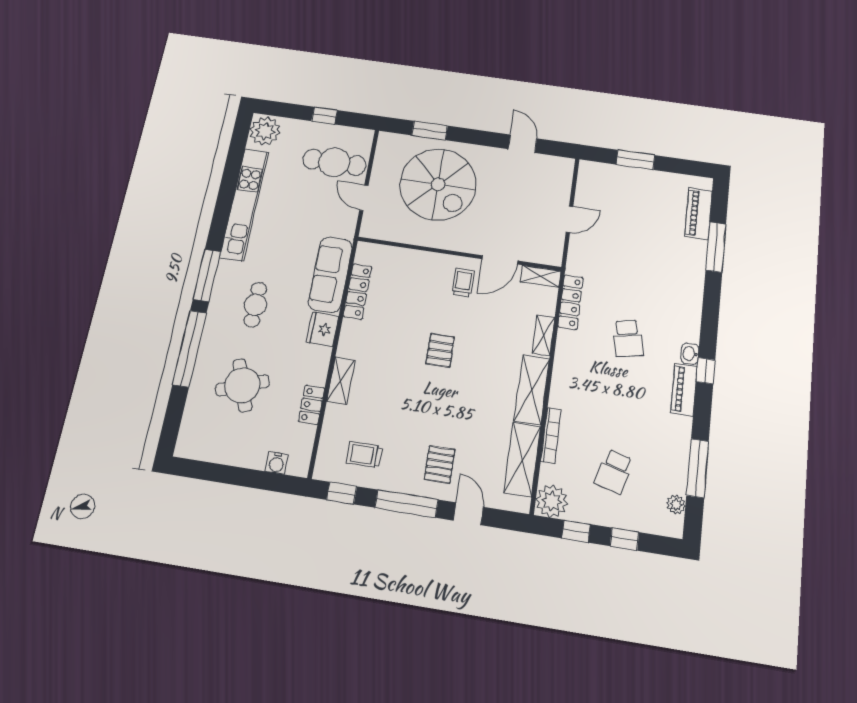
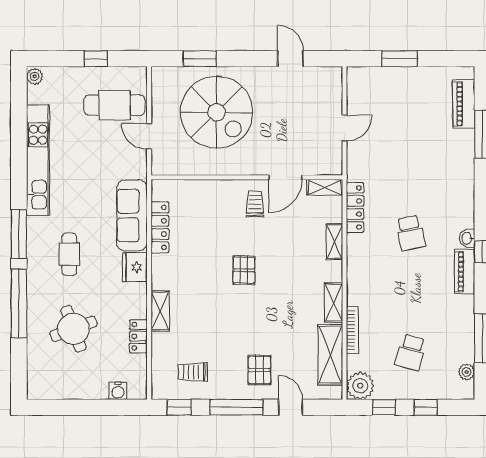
plant: (265, 131) -> (35, 76), width x0.53, depth x0.53
shelving: (532, 390) -> (334, 303), width x0.67, depth x0.75

